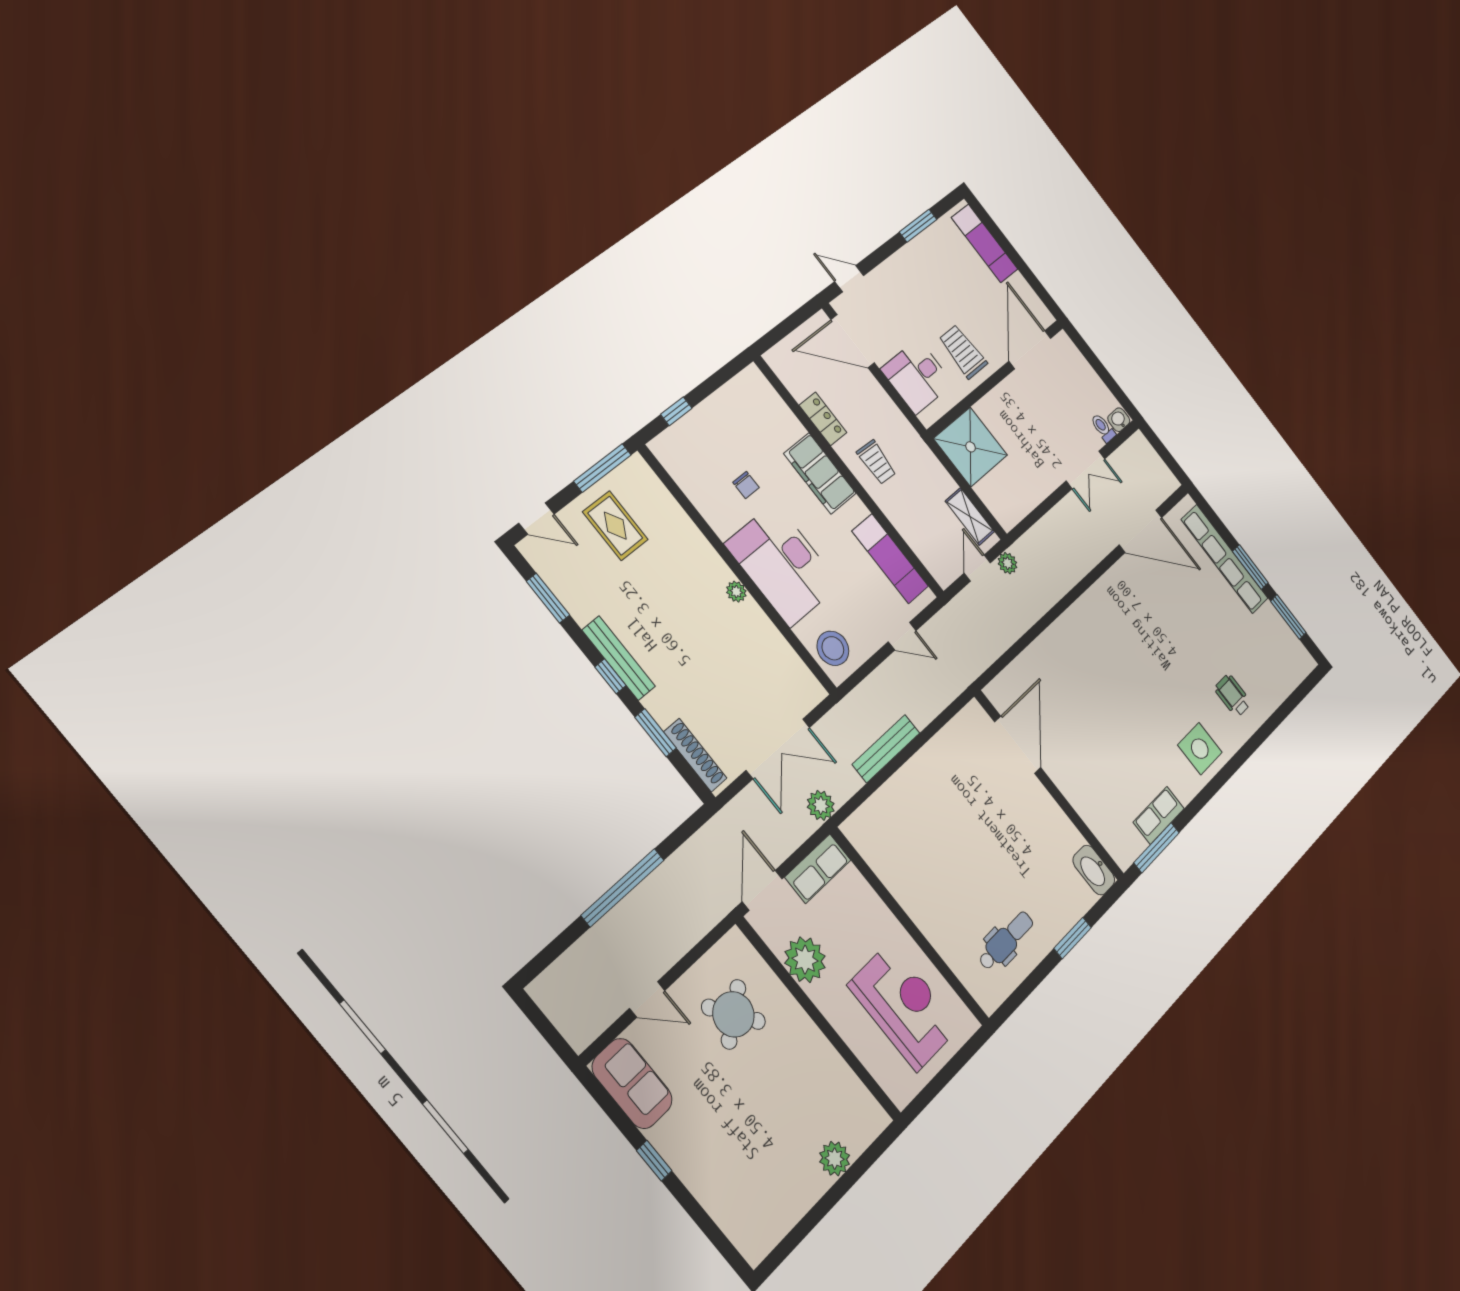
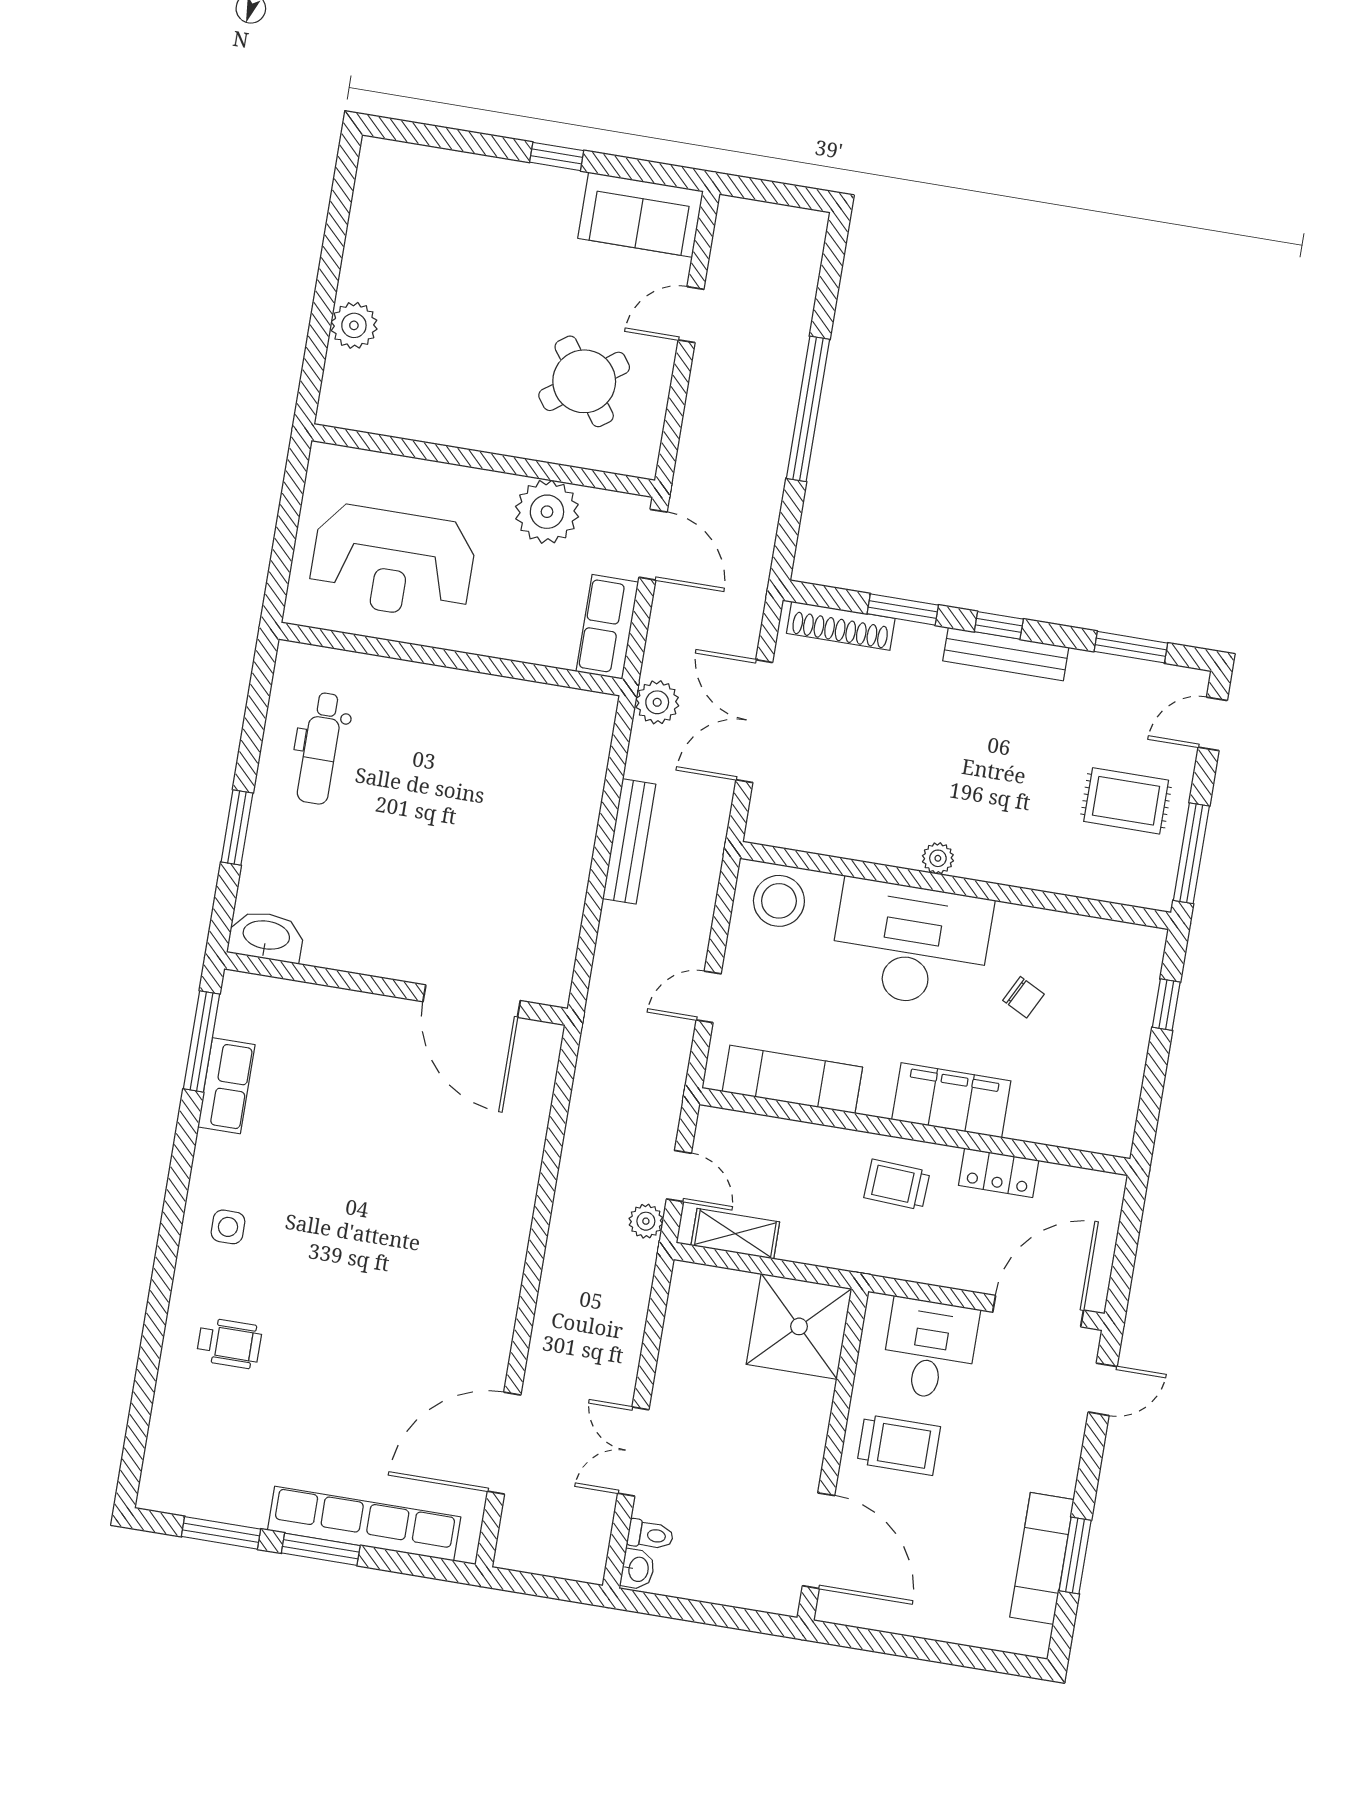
exam couch: (985, 243) -> (1042, 1558), moved, turned -90
chair: (746, 485) -> (1023, 997), turned -153
side table: (1200, 749) -> (228, 1227), width x0.54, depth x0.54

